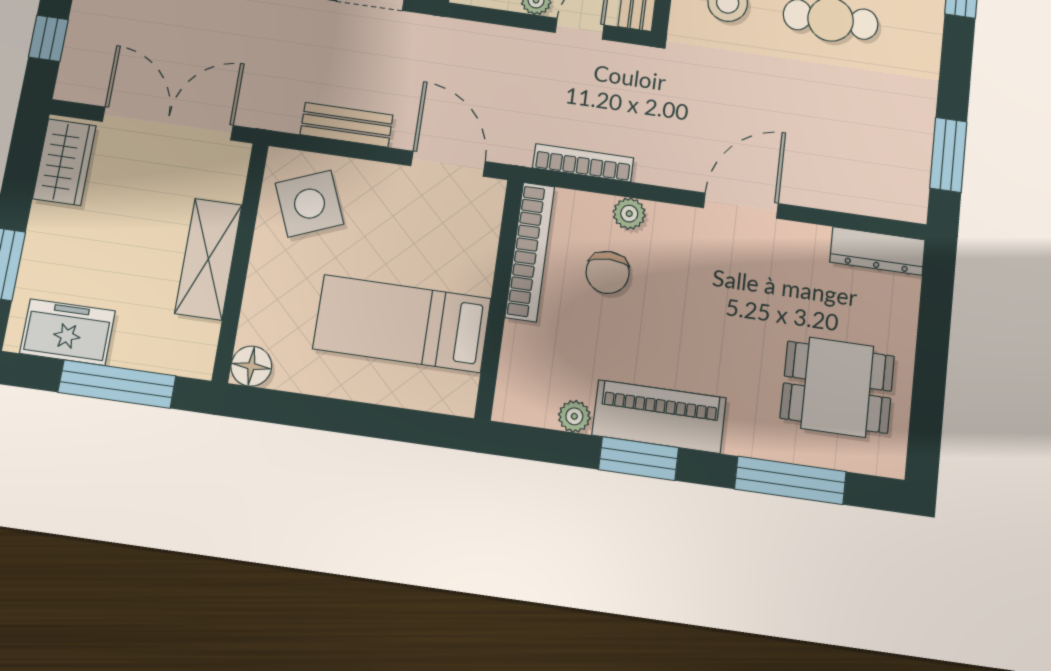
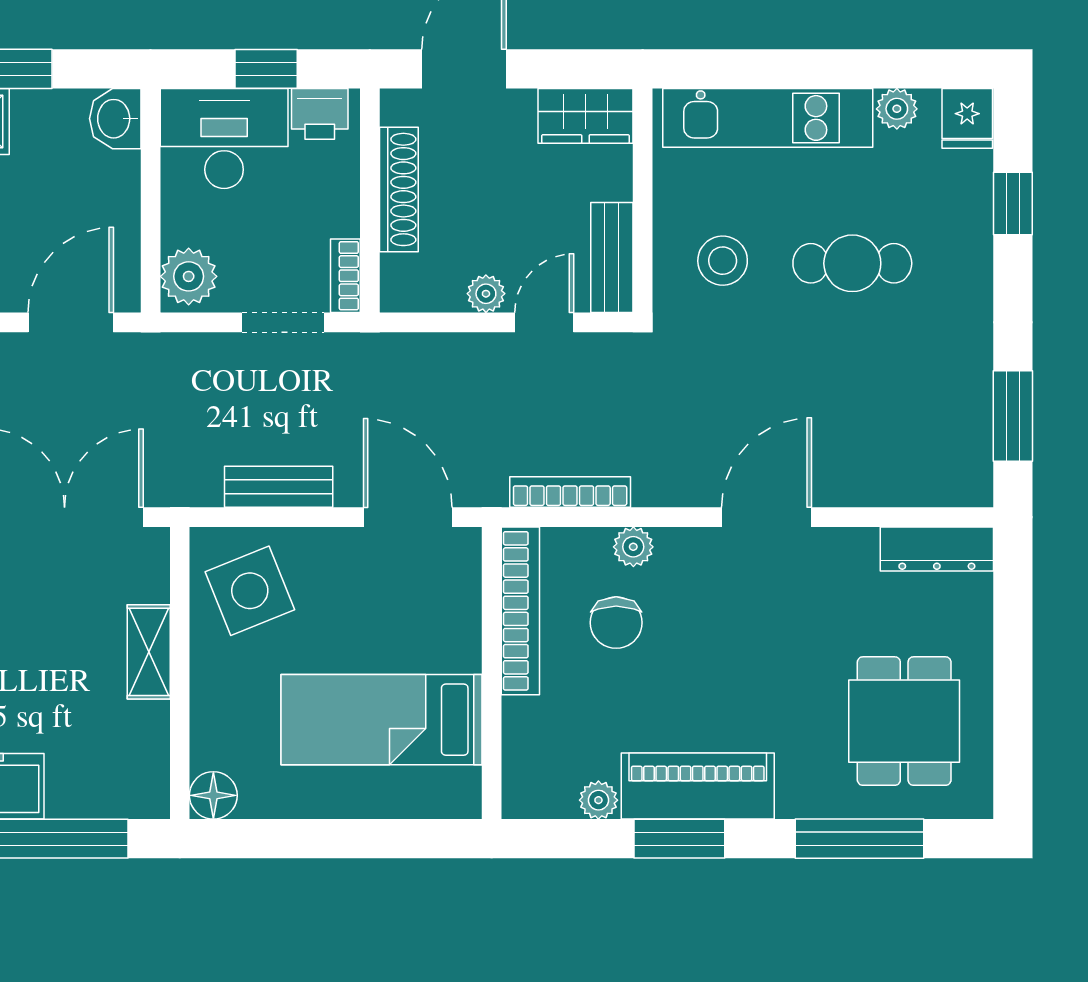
shelving: (208, 259) -> (149, 652), width x0.67, depth x0.75
dining table: (837, 387) -> (904, 721), turned 90

